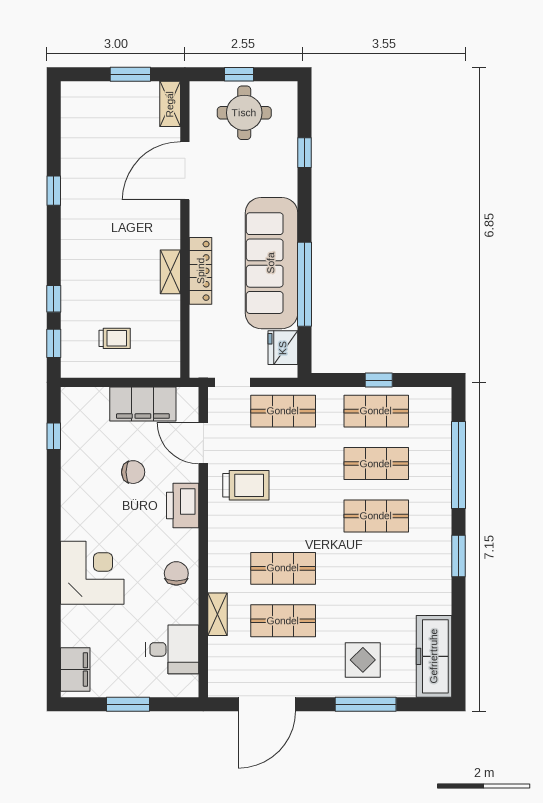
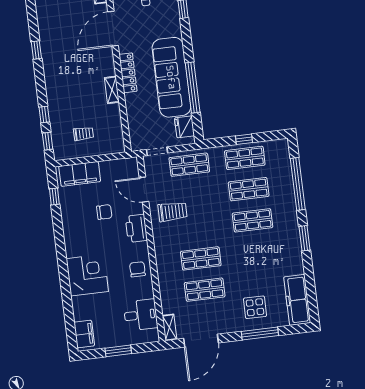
locker: (201, 271) -> (128, 73), moved
filing cabinet: (143, 404) -> (80, 174), moved
shelving: (217, 614) -> (170, 327), moved

